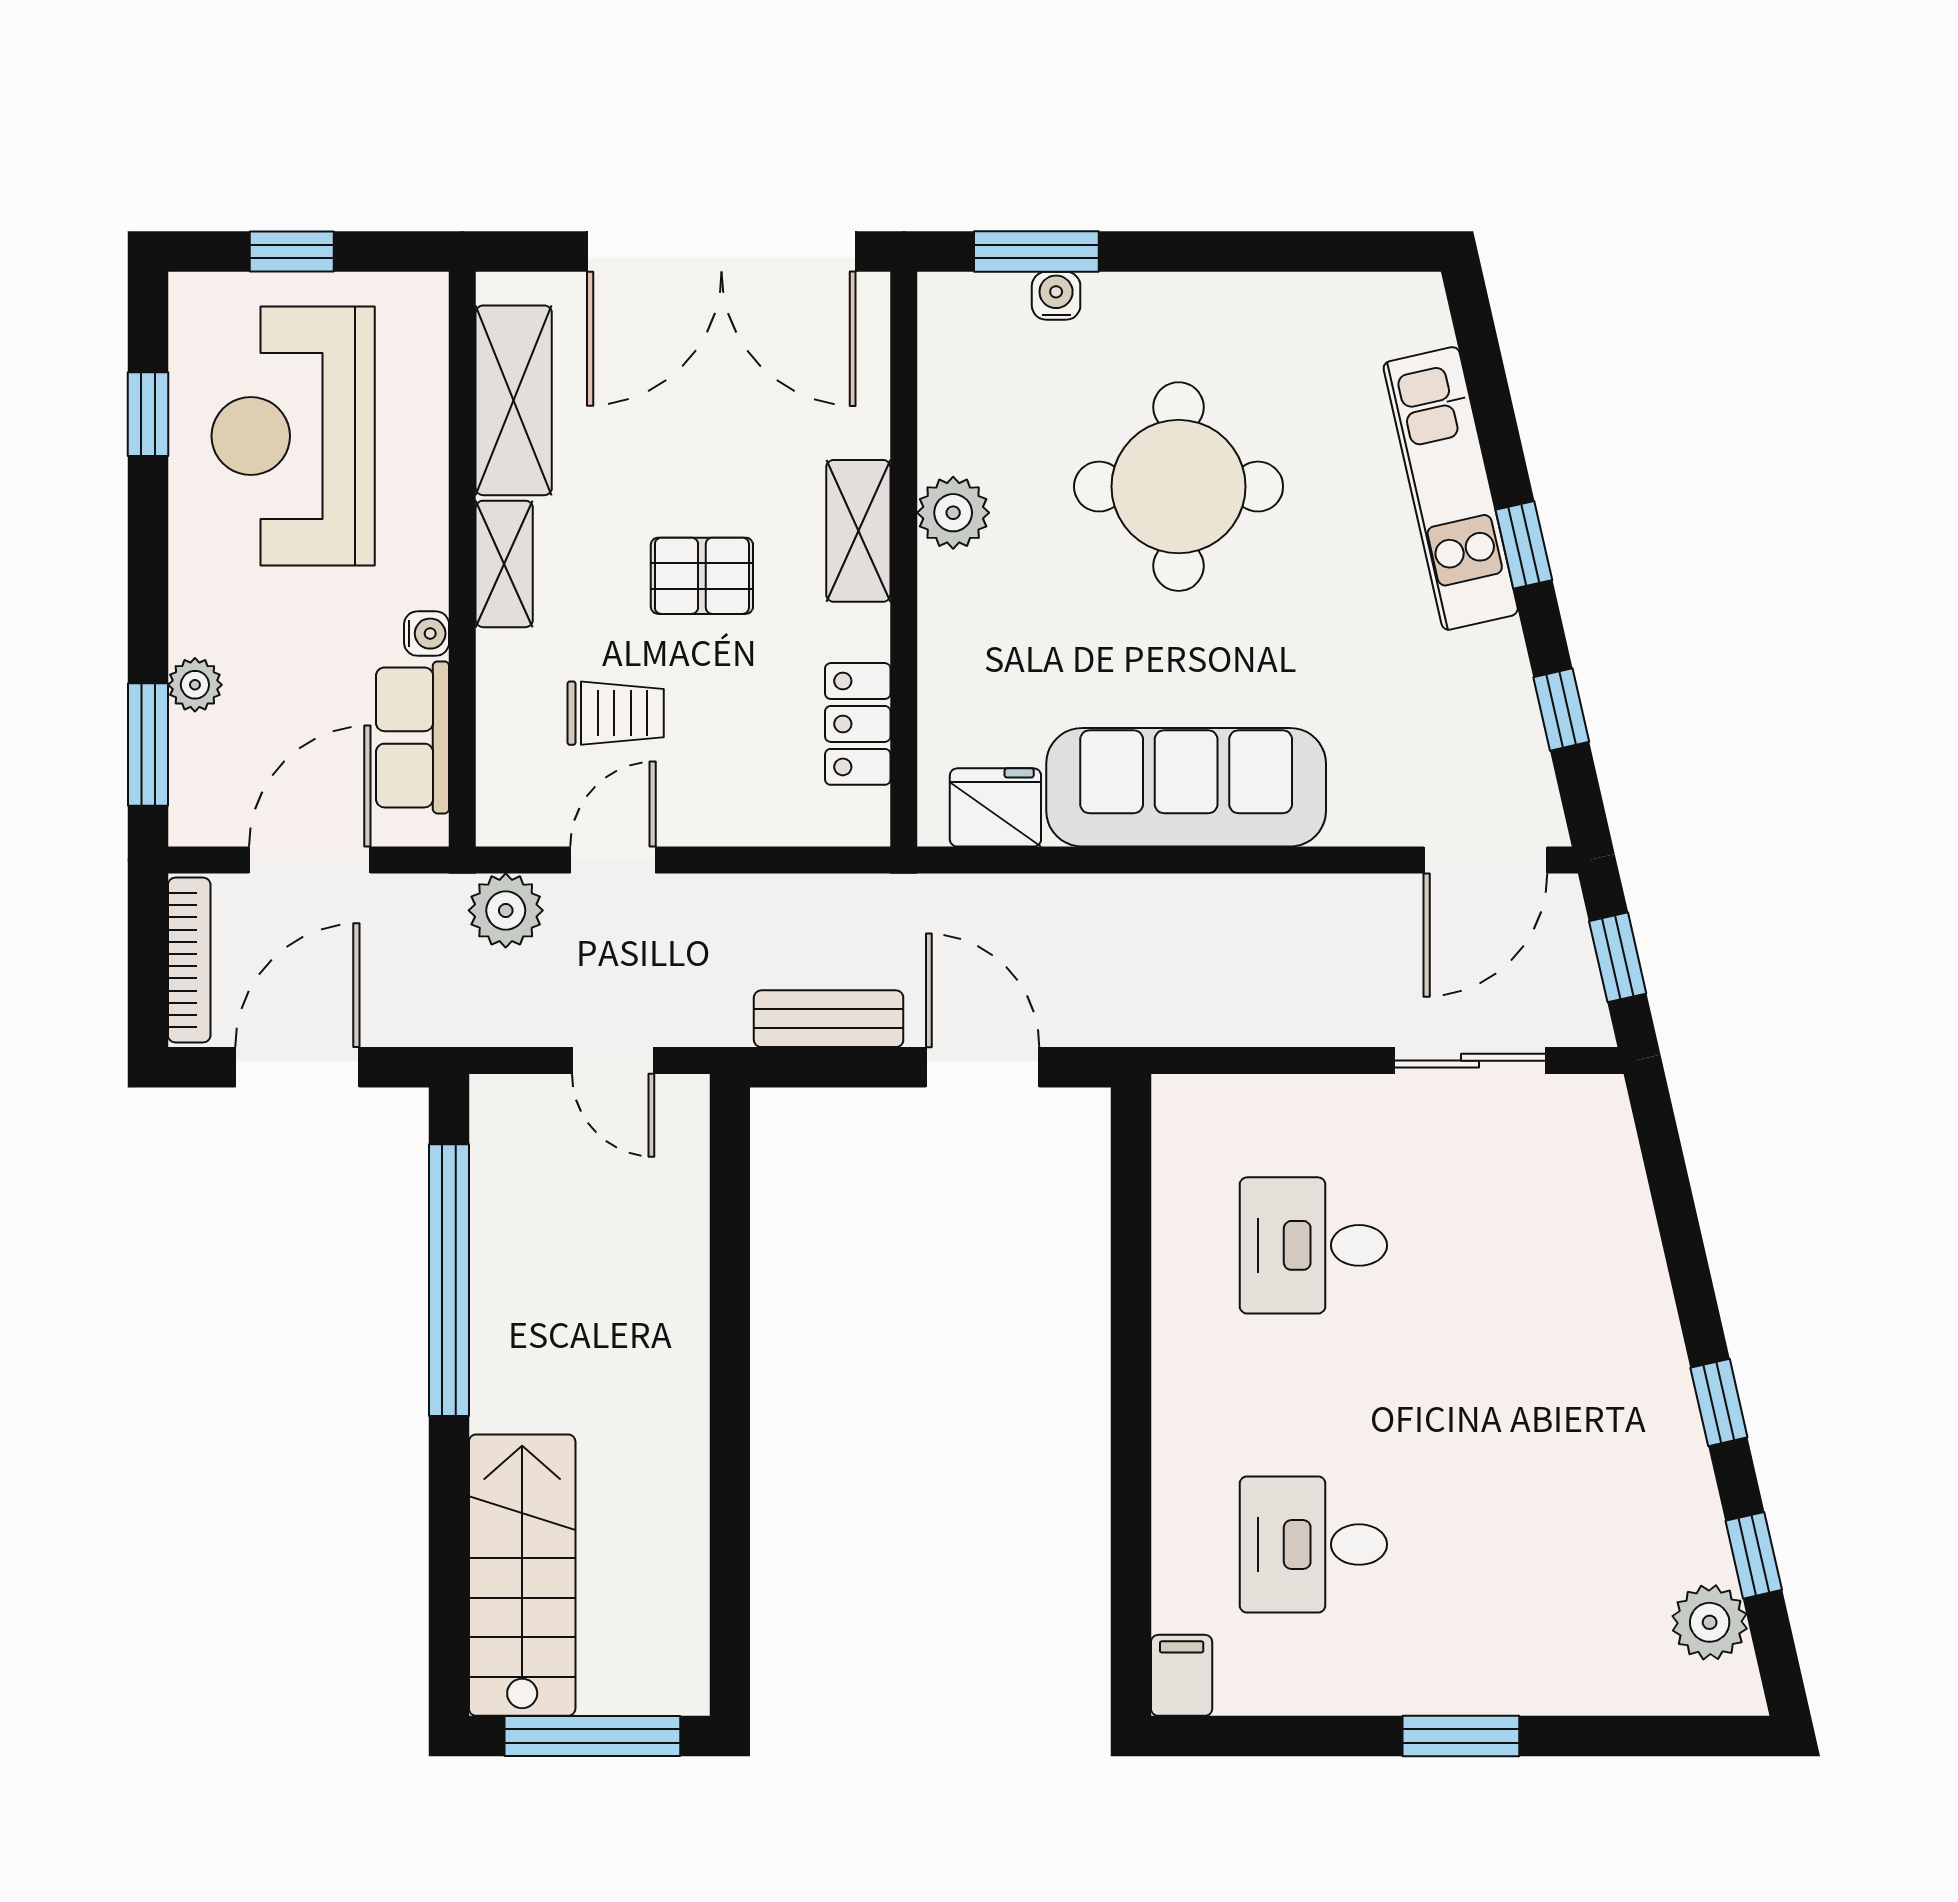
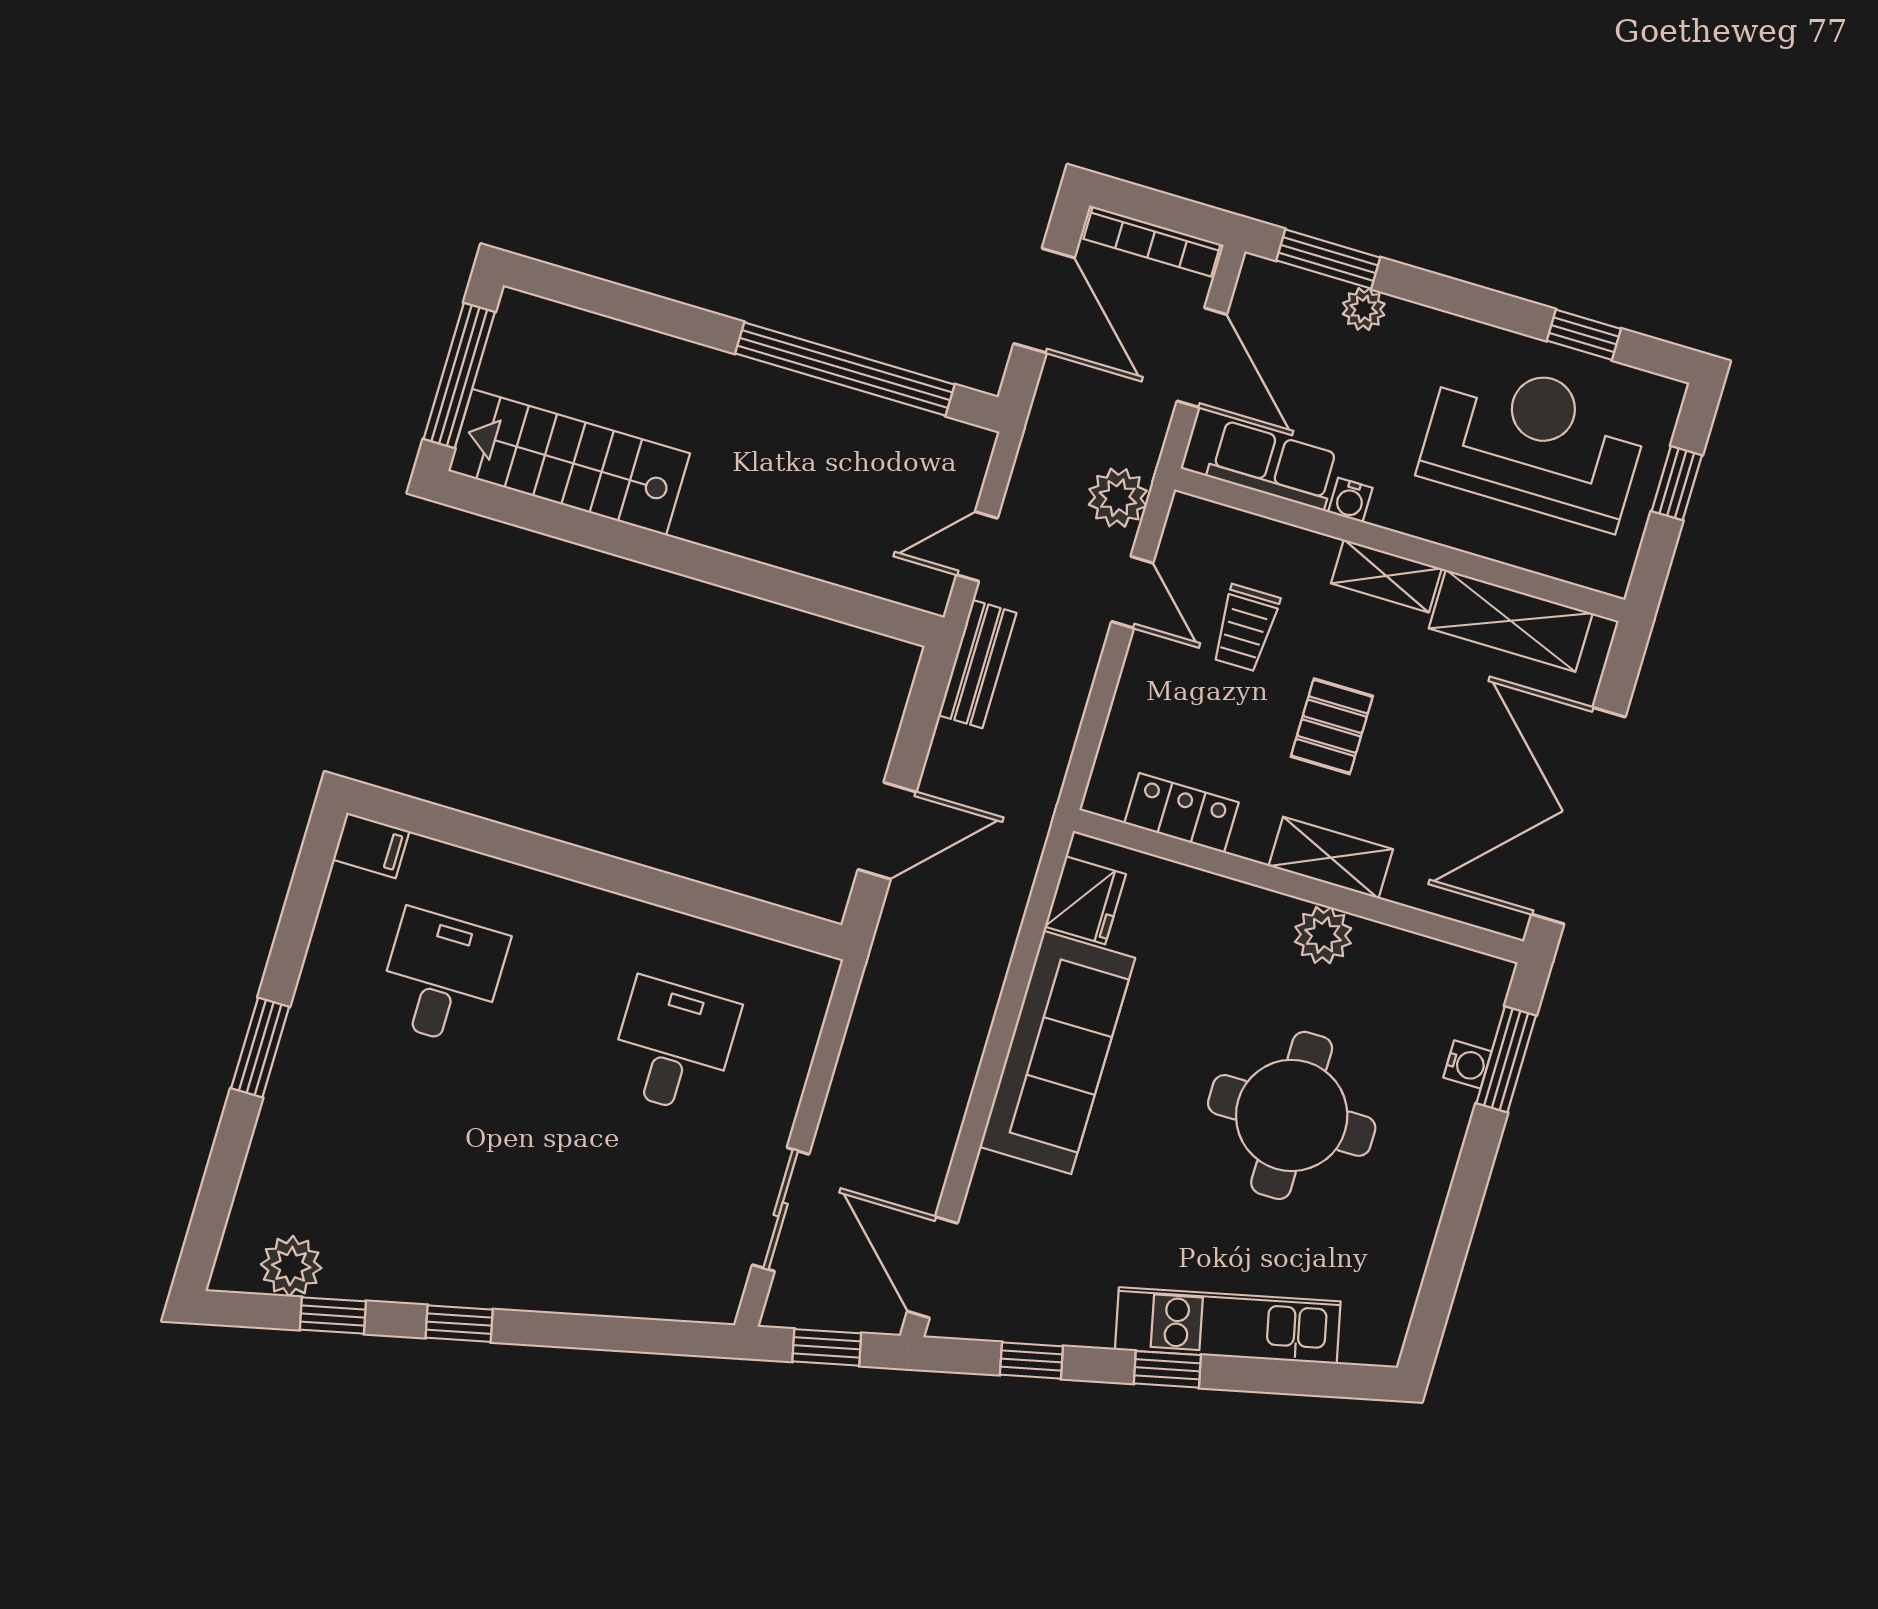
bench: (829, 1019) -> (977, 664), moved
stairs: (522, 1575) -> (569, 462), moved, turned 180

